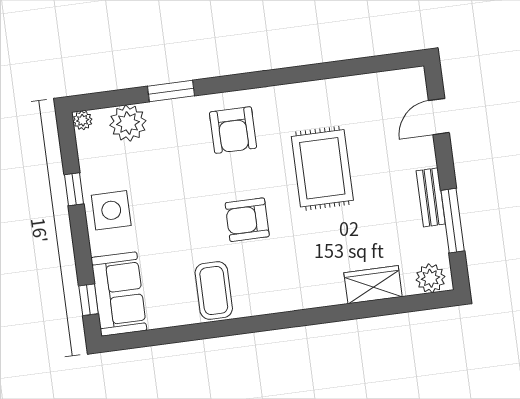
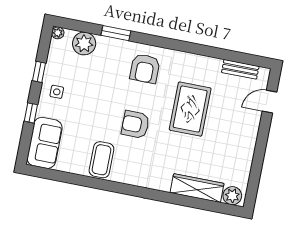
bench: (431, 197) -> (240, 69), moved, turned 90
side table: (111, 210) -> (57, 92), width x0.54, depth x0.54
window: (453, 221) -> (257, 166), removed
wardrobe: (373, 285) -> (197, 188), width x1.50
window: (89, 300) -> (31, 113), moved

